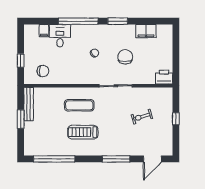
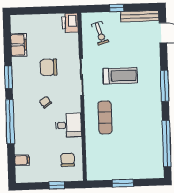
desk: (60, 36) -> (68, 125), moved, turned 180
bench: (29, 104) -> (140, 16), moved
exercise bike: (142, 117) -> (100, 33), moved
treadmill: (83, 132) -> (120, 76), moved, turned -90
window: (116, 159) -> (165, 86), moved

